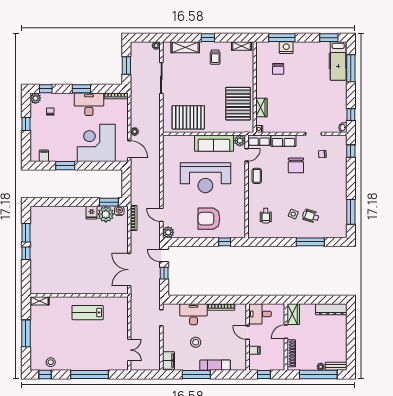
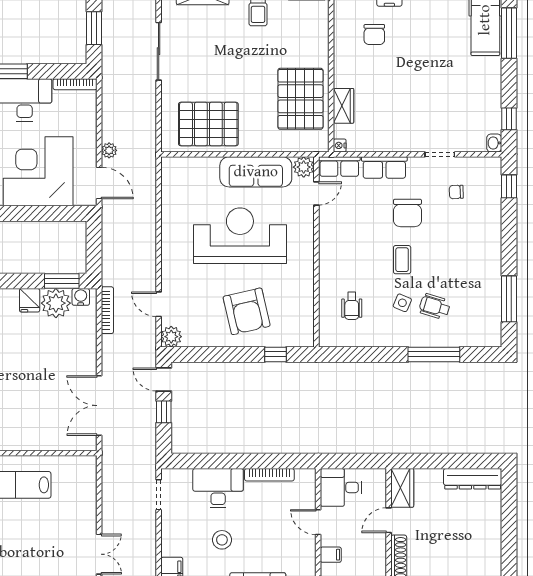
coffee table: (257, 176) -> (402, 260), moved
reception desk: (205, 178) -> (240, 236), turned 180
armchair: (209, 219) -> (247, 311), turned -103

